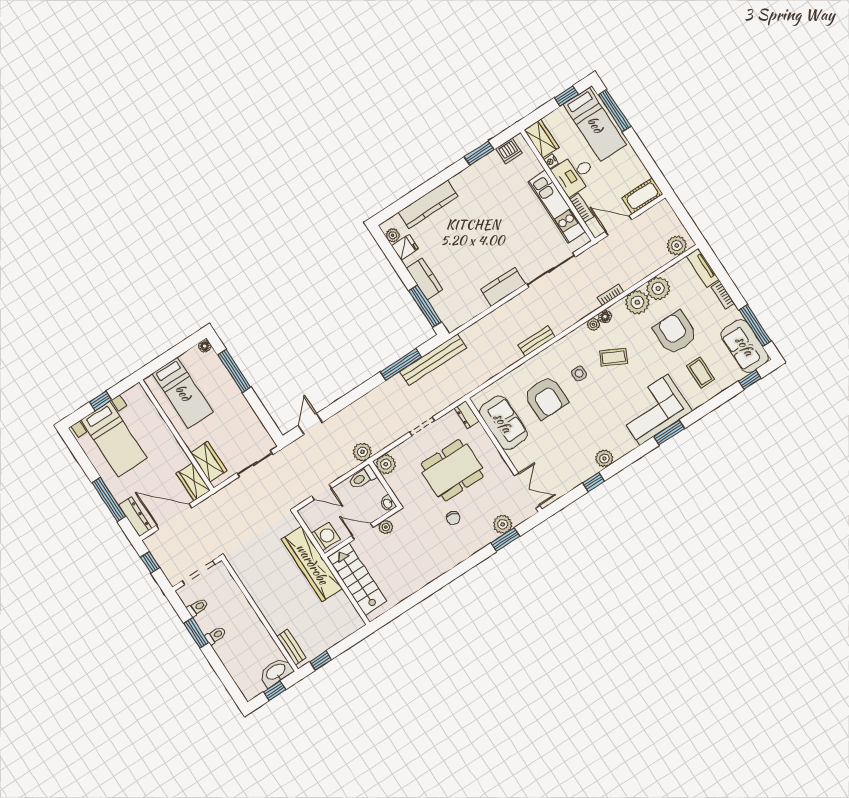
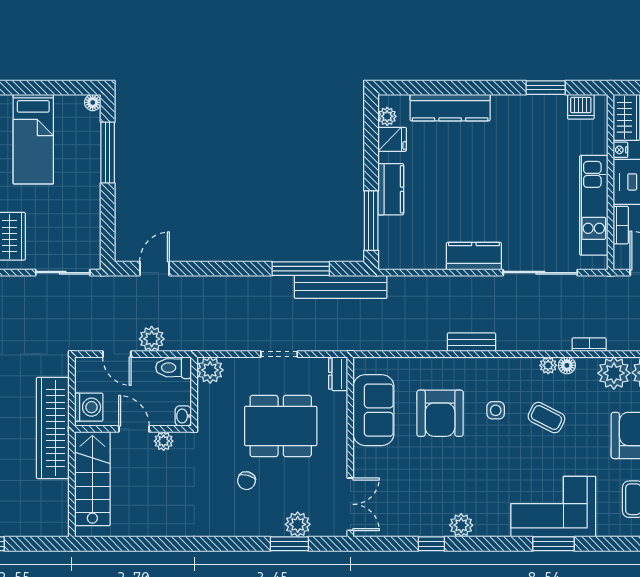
plant: (362, 452) -> (152, 339), moved

